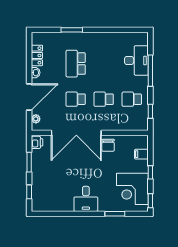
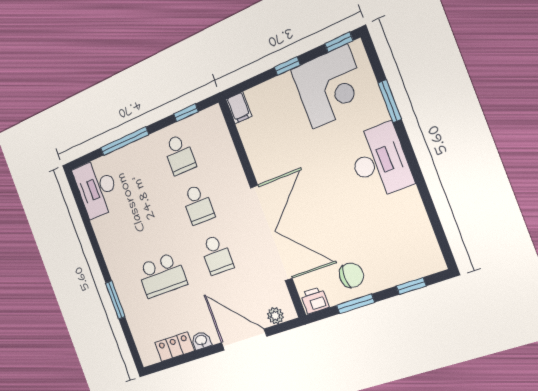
desk: (136, 60) -> (97, 188), moved, turned -90
chair: (108, 145) -> (351, 275), moved
filing cabinet: (141, 154) -> (239, 108), moved
desk: (86, 199) -> (379, 161), width x1.37

